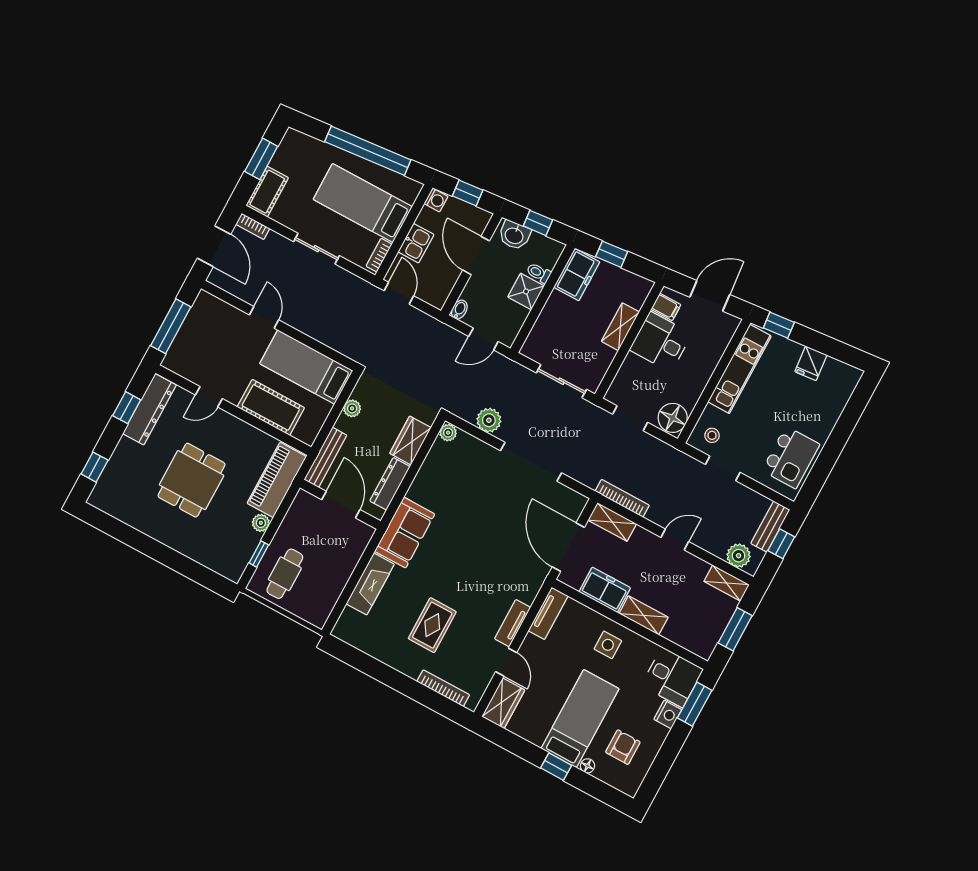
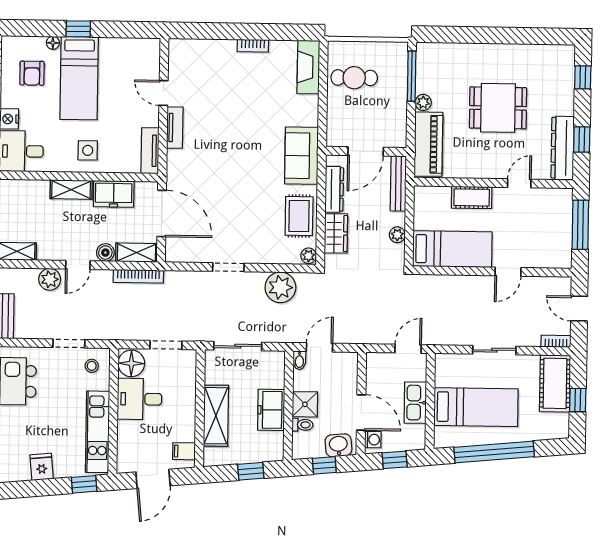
window: (261, 159) -> (578, 400), width x0.67
cot: (267, 192) -> (555, 383), width x1.37, depth x1.34
washing machine: (436, 200) -> (373, 440), moved, turned 180
kitchen sink: (416, 243) -> (415, 403), width x1.38
door: (214, 246) -> (579, 309), width x0.73
bookcase: (379, 255) -> (440, 371), removed
freezer: (577, 275) -> (271, 410), moved
door: (399, 293) -> (408, 349), swing flipped
bidet: (459, 310) -> (299, 360), moved
door: (264, 317) -> (508, 272), hinge flipped
shelving: (620, 327) -> (216, 416), width x1.50, depth x1.33
desk: (661, 342) -> (140, 399), moved, turned 180
cot: (271, 407) -> (472, 197), width x0.73, depth x0.75
plant: (489, 420) -> (280, 287), width x1.36, depth x1.36
doorway: (531, 462) -> (228, 267), width x0.53
dining table: (192, 480) -> (498, 108), turned 90
door: (341, 505) -> (366, 151), hinge flipped
boiler: (642, 538) -> (105, 253), added
window: (259, 554) -> (412, 76), width x2.17
plant: (739, 556) -> (50, 279), moved
cafe table: (285, 574) -> (354, 78), moved, turned 90
fireplace: (370, 584) -> (308, 67), moved
rug: (432, 625) -> (299, 216), moved
bookcase: (443, 688) -> (253, 46), moved, width x0.64
wardrobe: (503, 703) -> (148, 58), removed

